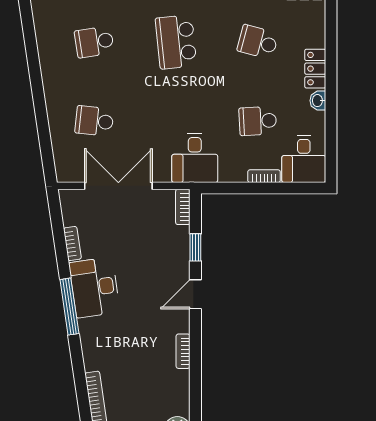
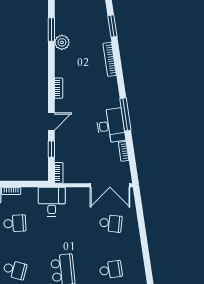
double door: (118, 186) -> (110, 185), moved

